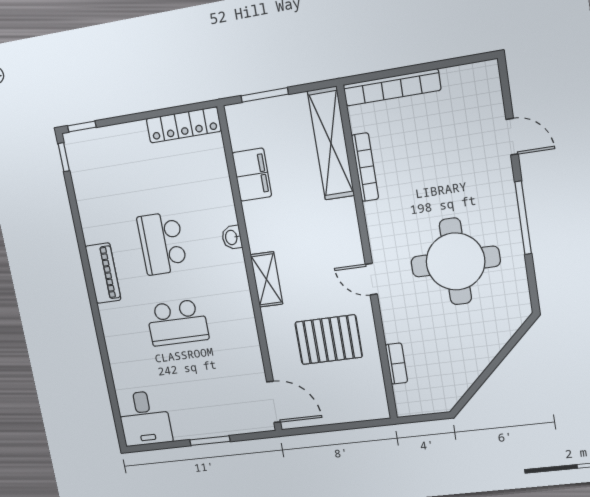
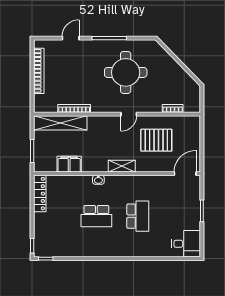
bookcase: (392, 87) -> (39, 71), moved
piano: (103, 273) -> (107, 250), removed
pallet: (329, 340) -> (156, 140), turned 90

